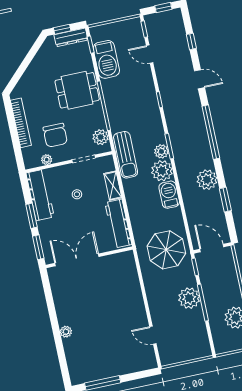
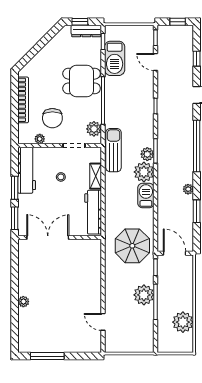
sun lounger: (126, 155) -> (114, 150), turned 180
plant: (207, 180) -> (188, 189), width x0.53, depth x0.53

